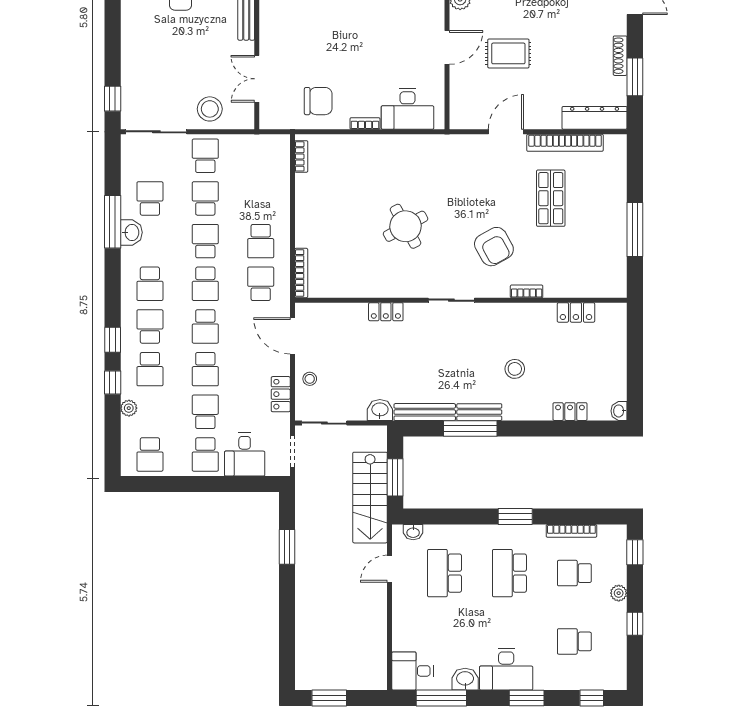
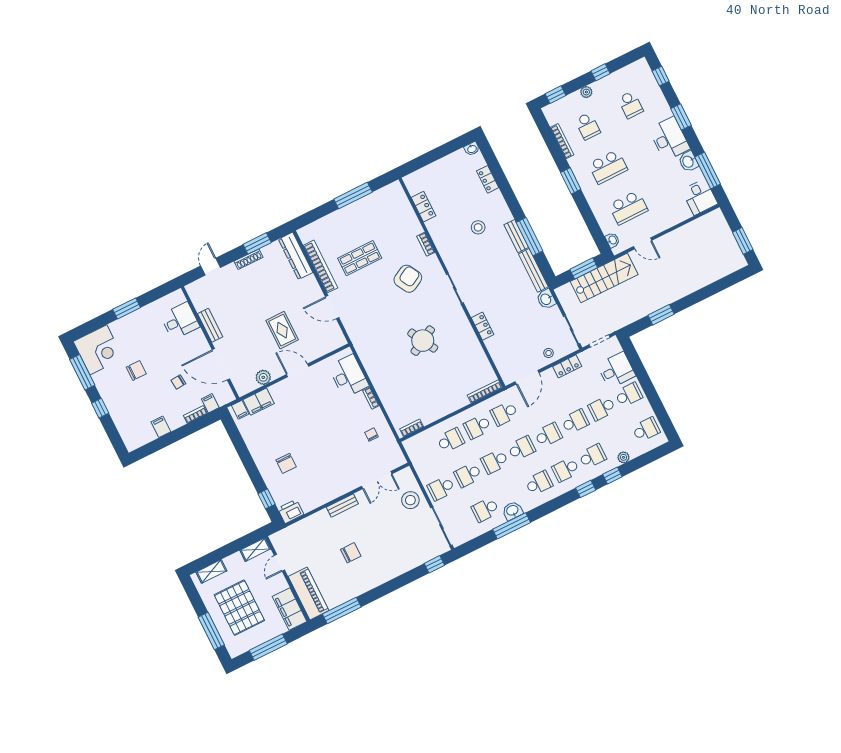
chair: (318, 101) -> (372, 435), width x0.54, depth x0.54
school desk: (261, 198) -> (451, 440), added
school desk: (261, 241) -> (477, 427), turned 180

